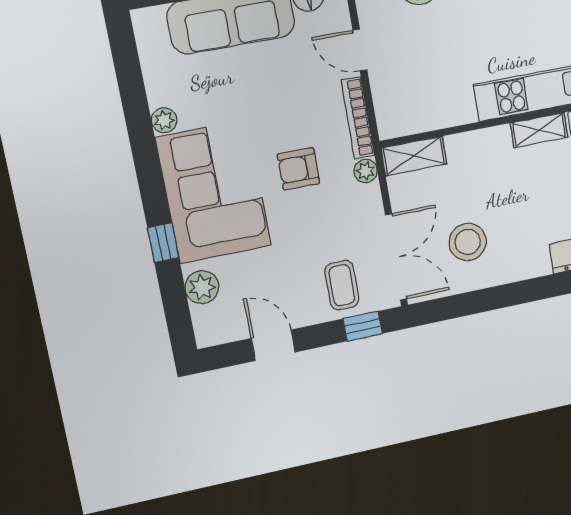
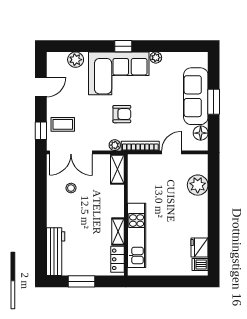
armchair: (298, 169) -> (122, 114), turned 90
stool: (468, 242) -> (71, 188), width x0.53, depth x0.53
window: (163, 243) -> (123, 46), moved

